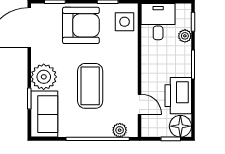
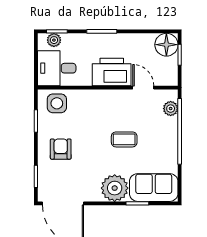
armchair: (81, 25) -> (61, 149), width x0.53, depth x0.53
plant: (185, 36) -> (54, 40), moved
coffee table: (90, 86) -> (124, 139), width x0.54, depth x0.58
printer: (178, 96) -> (112, 72), moved, turned 180
door: (140, 104) -> (143, 88), hinge flipped

